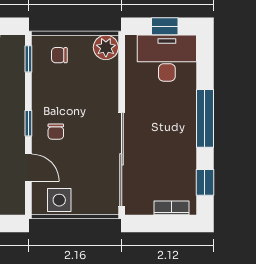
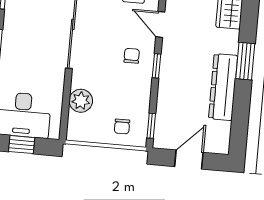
plant: (106, 47) -> (81, 101), moved
chair: (59, 55) -> (122, 126), turned 90

